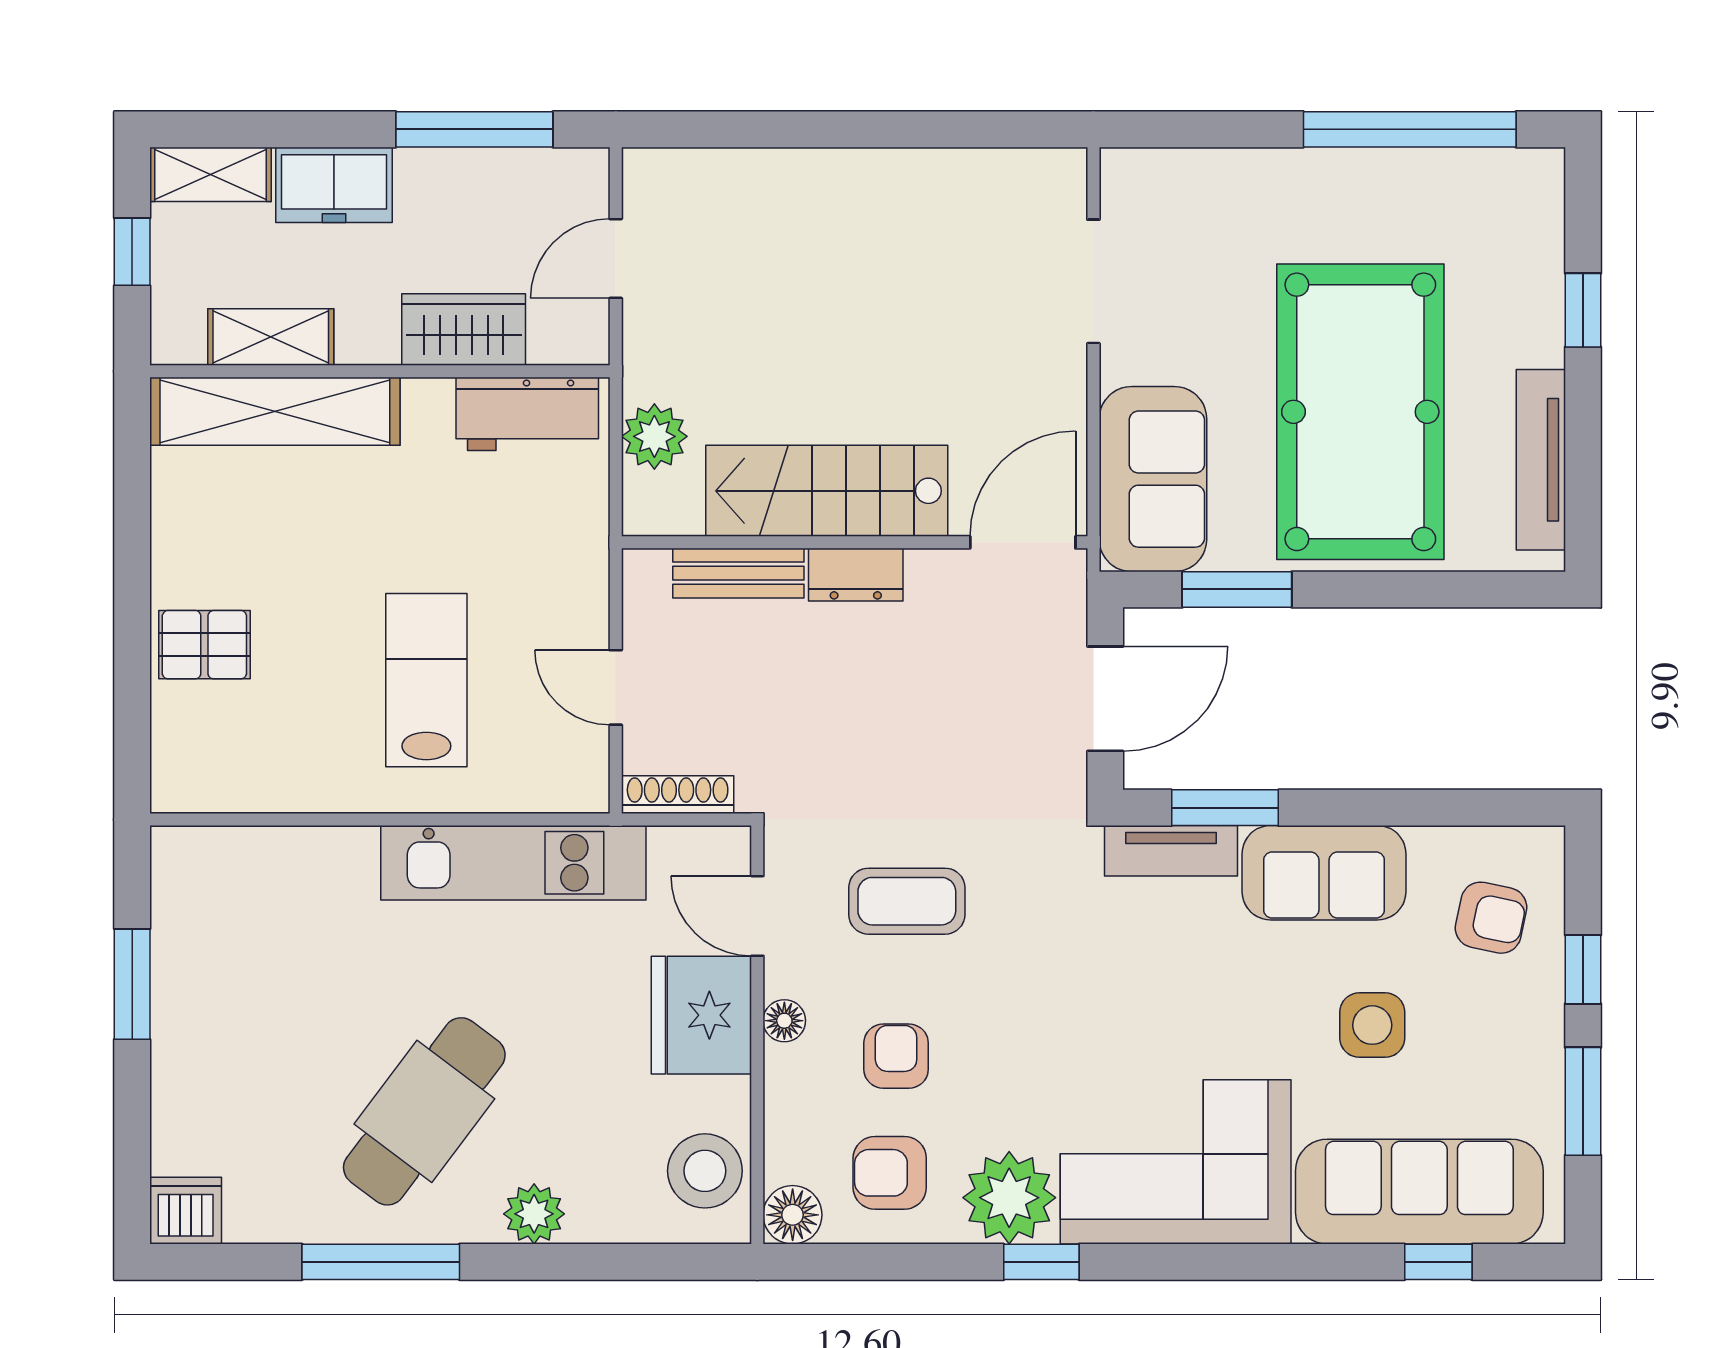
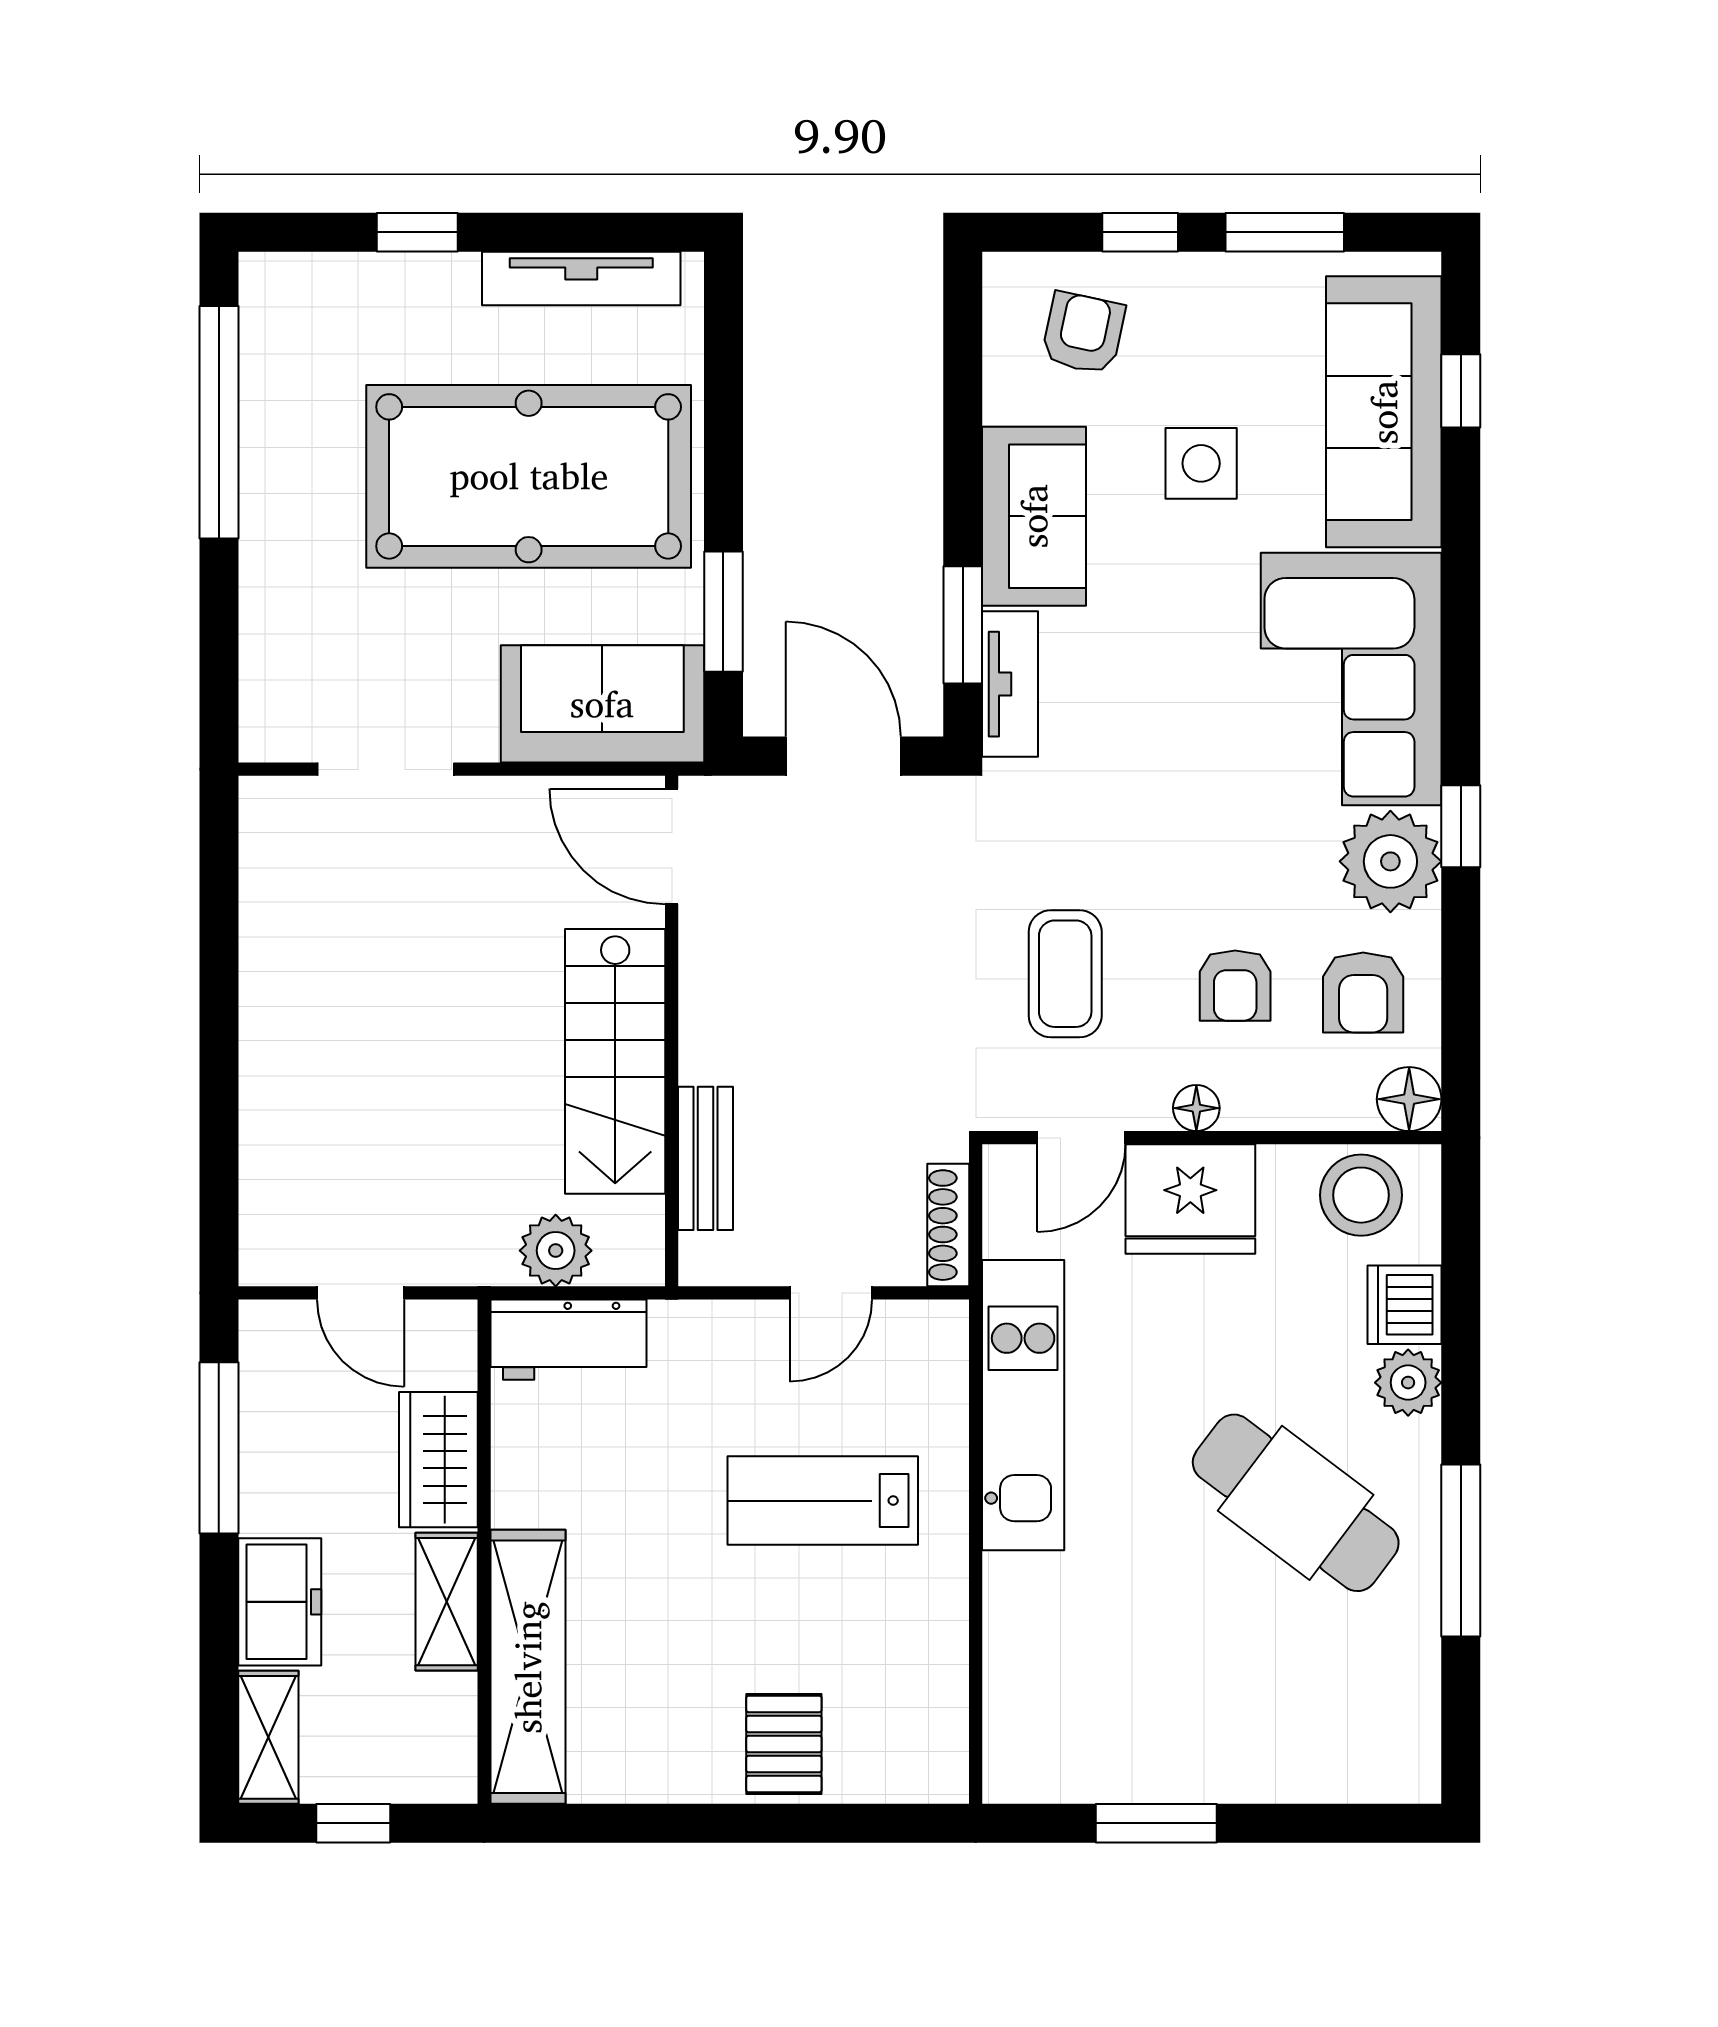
shelving: (271, 337) -> (447, 1602), moved
workbench: (527, 414) -> (569, 1340), moved, turned 90
dresser: (856, 575) -> (707, 1030), removed
armchair: (896, 1056) -> (1235, 986), turned -90
dishwasher: (186, 1211) -> (1405, 1305), moved

